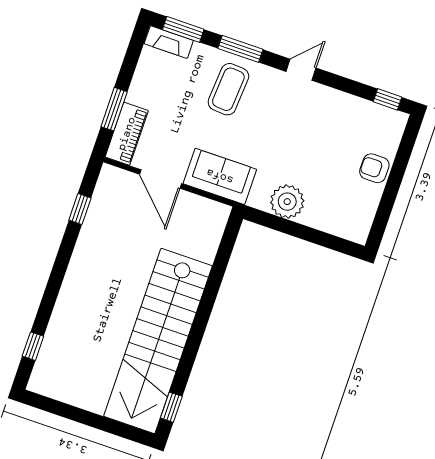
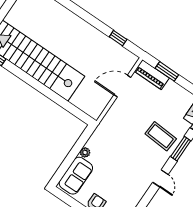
sofa: (220, 176) -> (76, 176), moved
plant: (287, 202) -> (85, 152), width x0.53, depth x0.53

